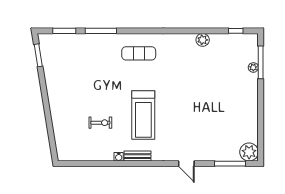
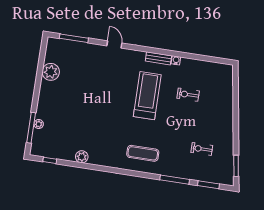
exercise bike: (77, 68) -> (202, 149), added
plant: (249, 152) -> (51, 72), moved

